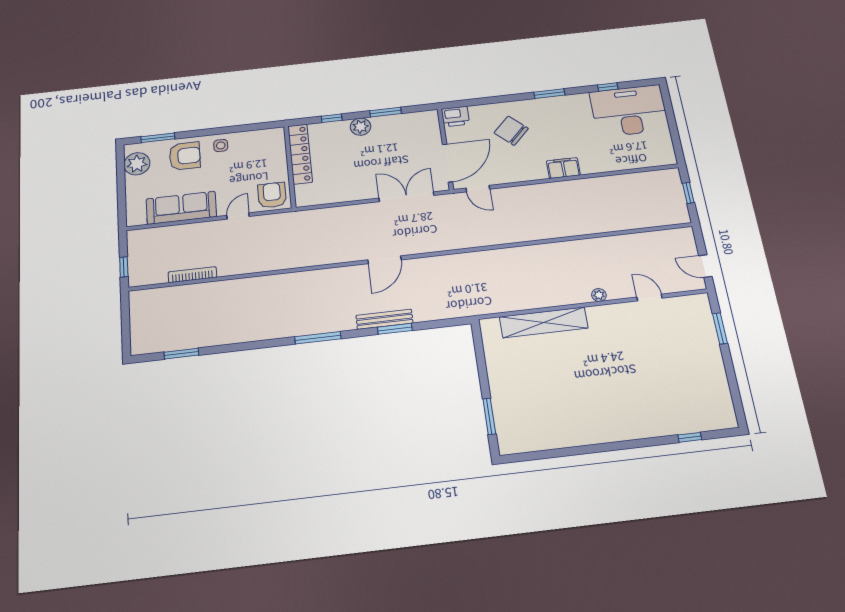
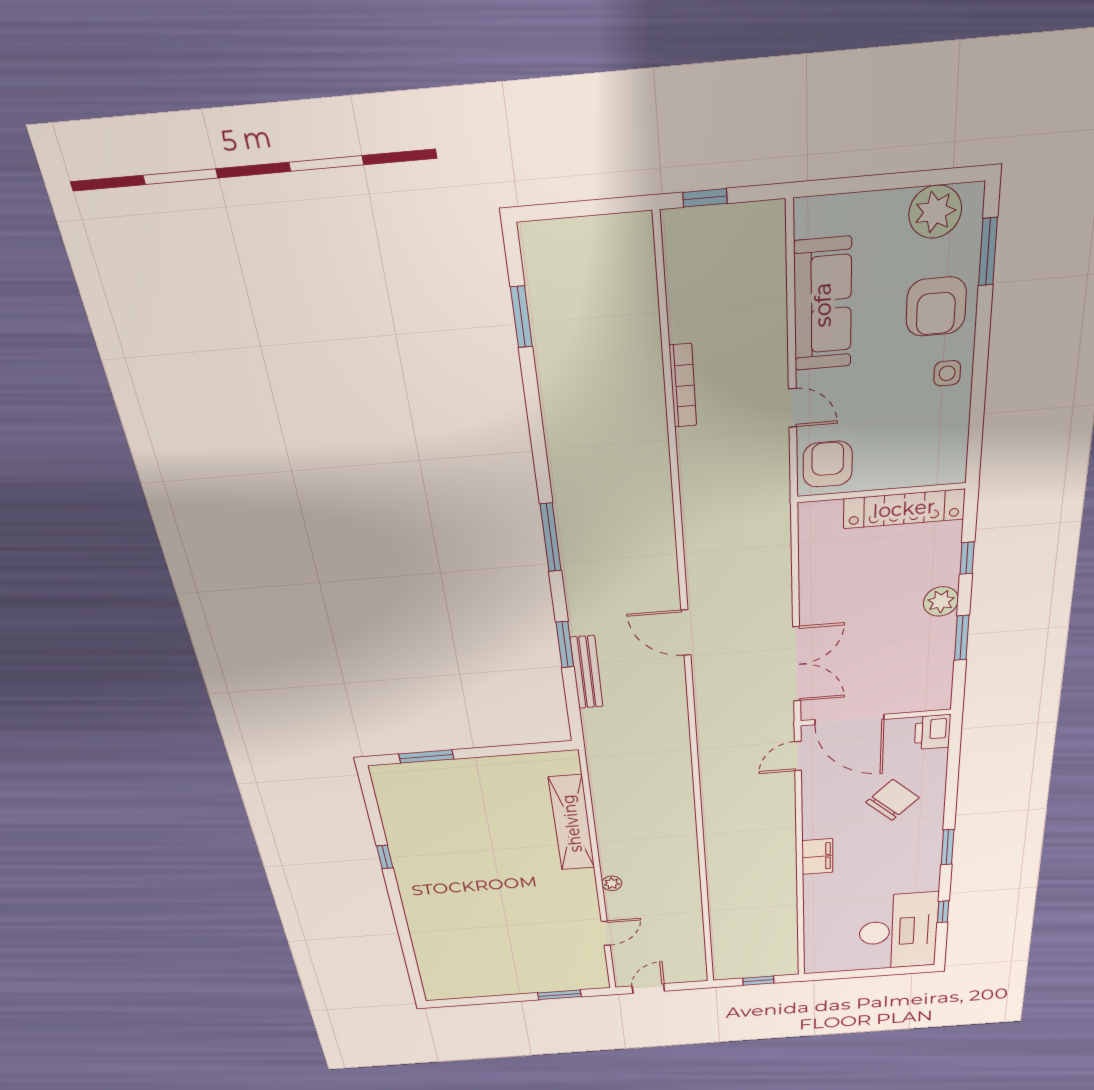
armchair: (272, 195) -> (828, 464), turned -90
bookcase: (192, 275) -> (683, 386), moved
bench: (384, 319) -> (587, 672), moved
window: (690, 437) -> (385, 857), moved

